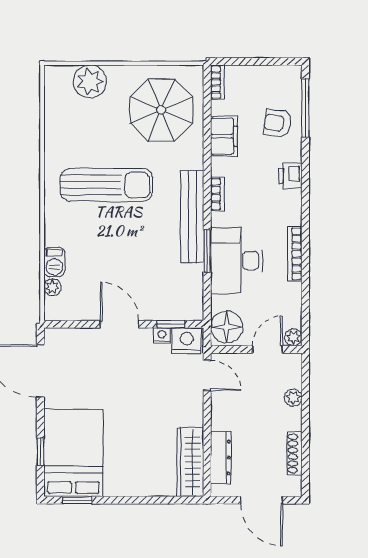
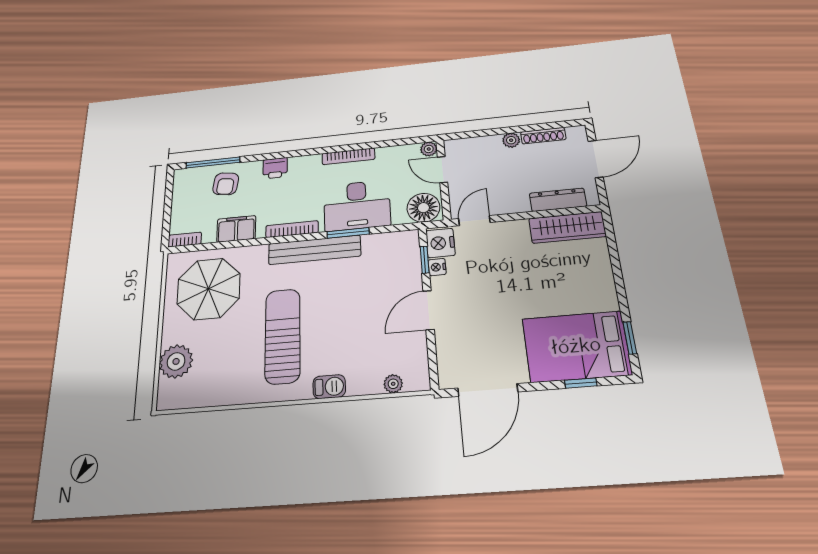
bookcase: (217, 194) -> (292, 229), width x1.56
barbecue: (54, 262) -> (329, 387), moved
plant: (293, 398) -> (511, 140), moved

